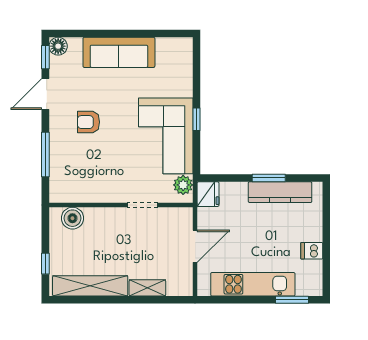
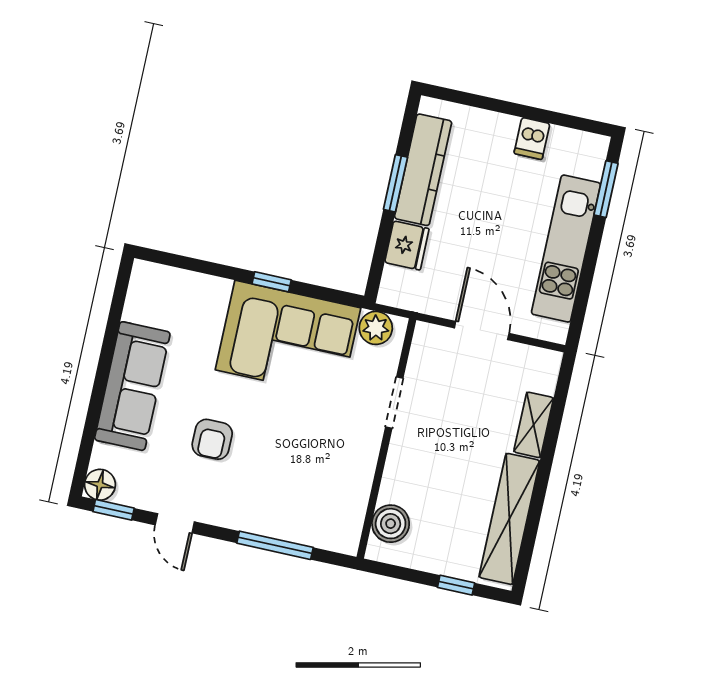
door: (45, 94) -> (175, 523), width x0.73
armchair: (88, 122) -> (212, 439), moved
fridge: (208, 194) -> (407, 246), moved, turned 90

